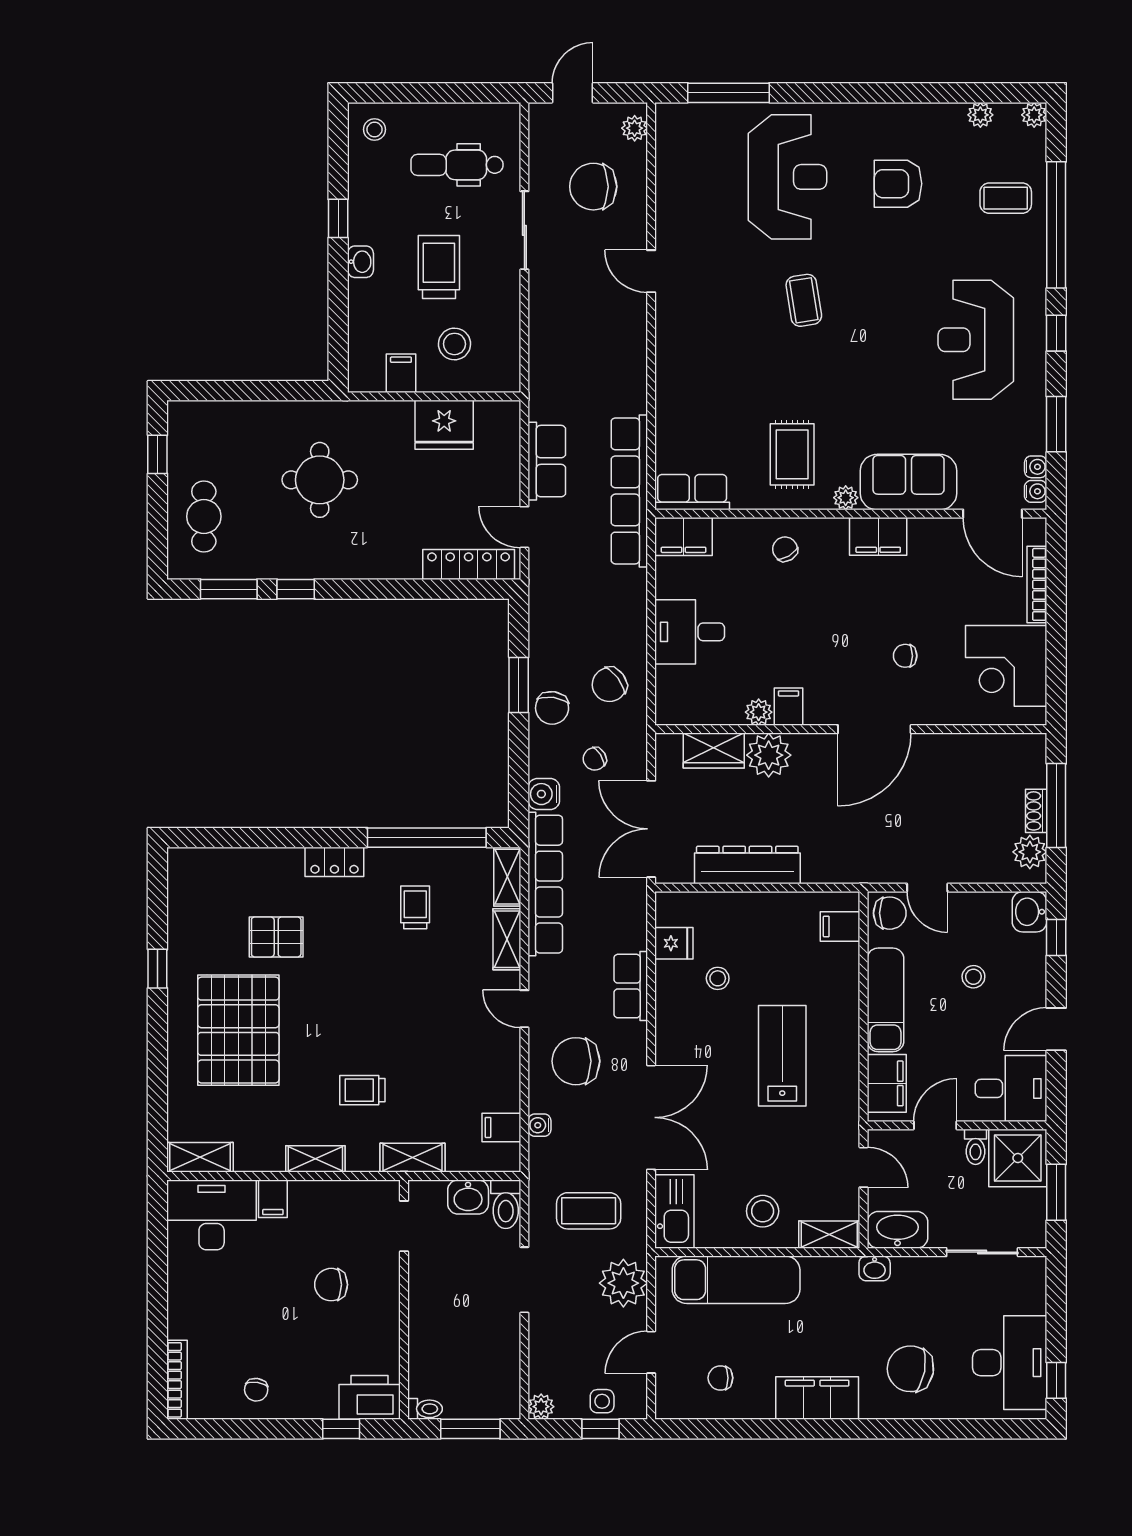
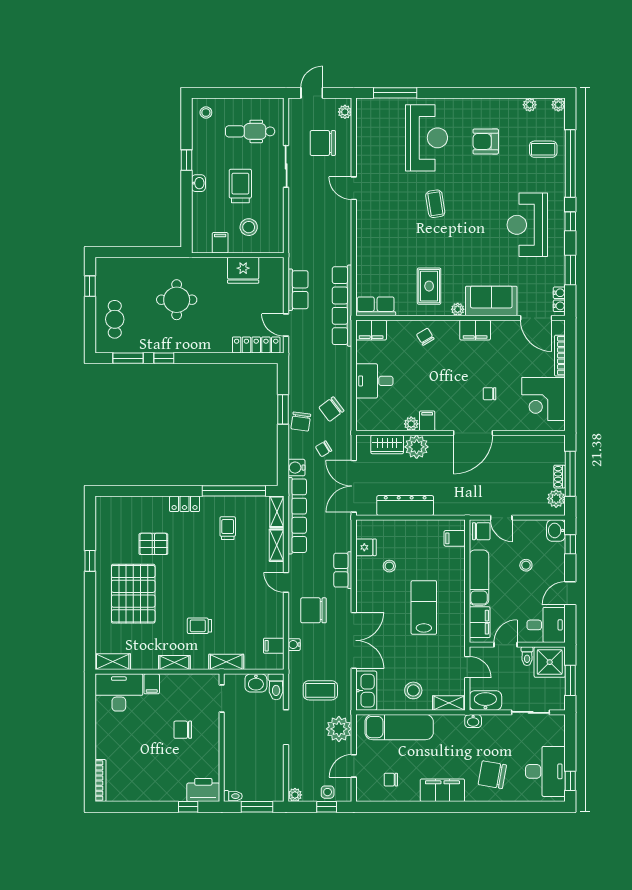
chair: (256, 1390) -> (143, 786), removed

